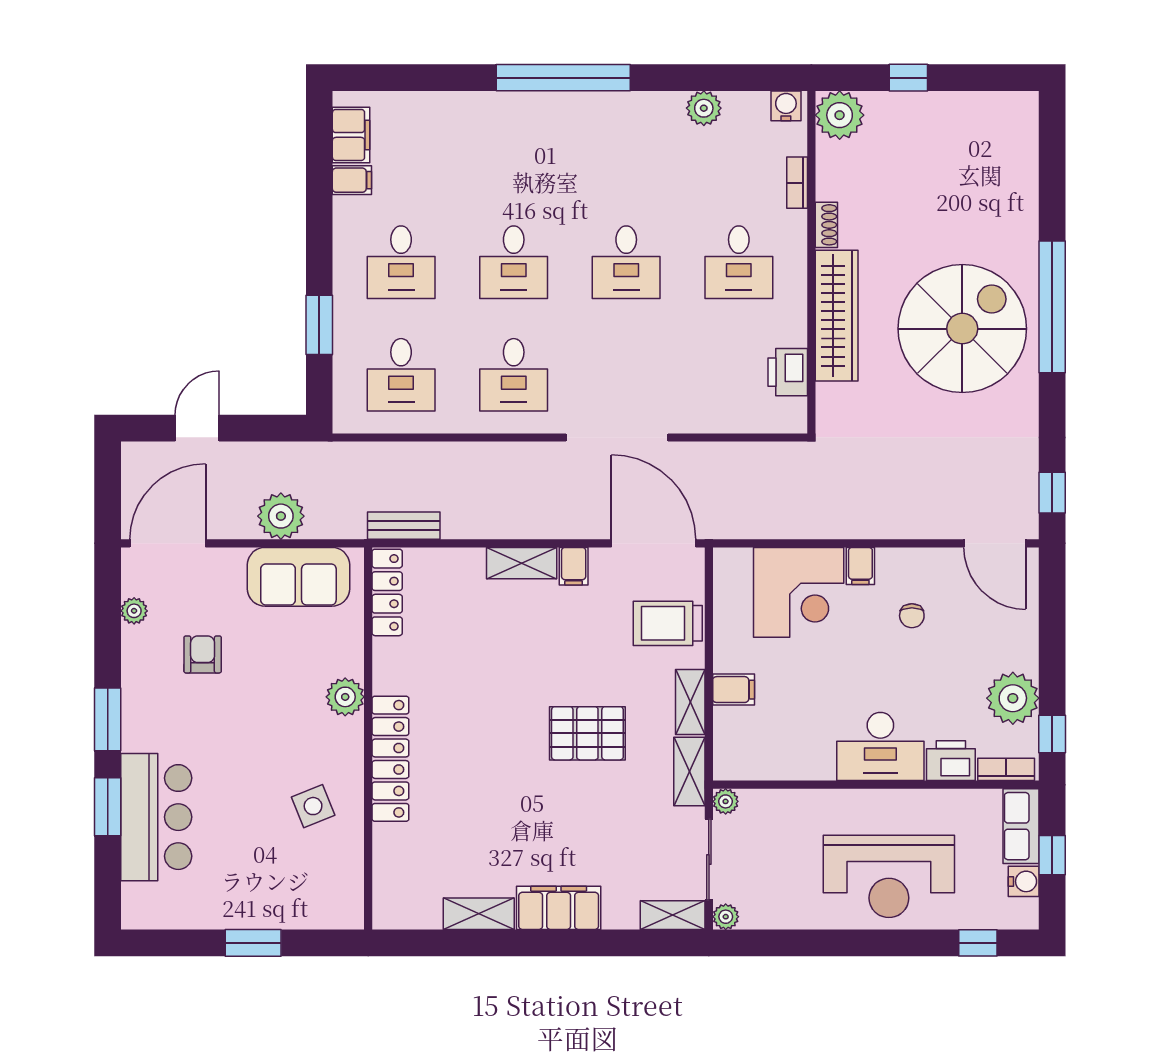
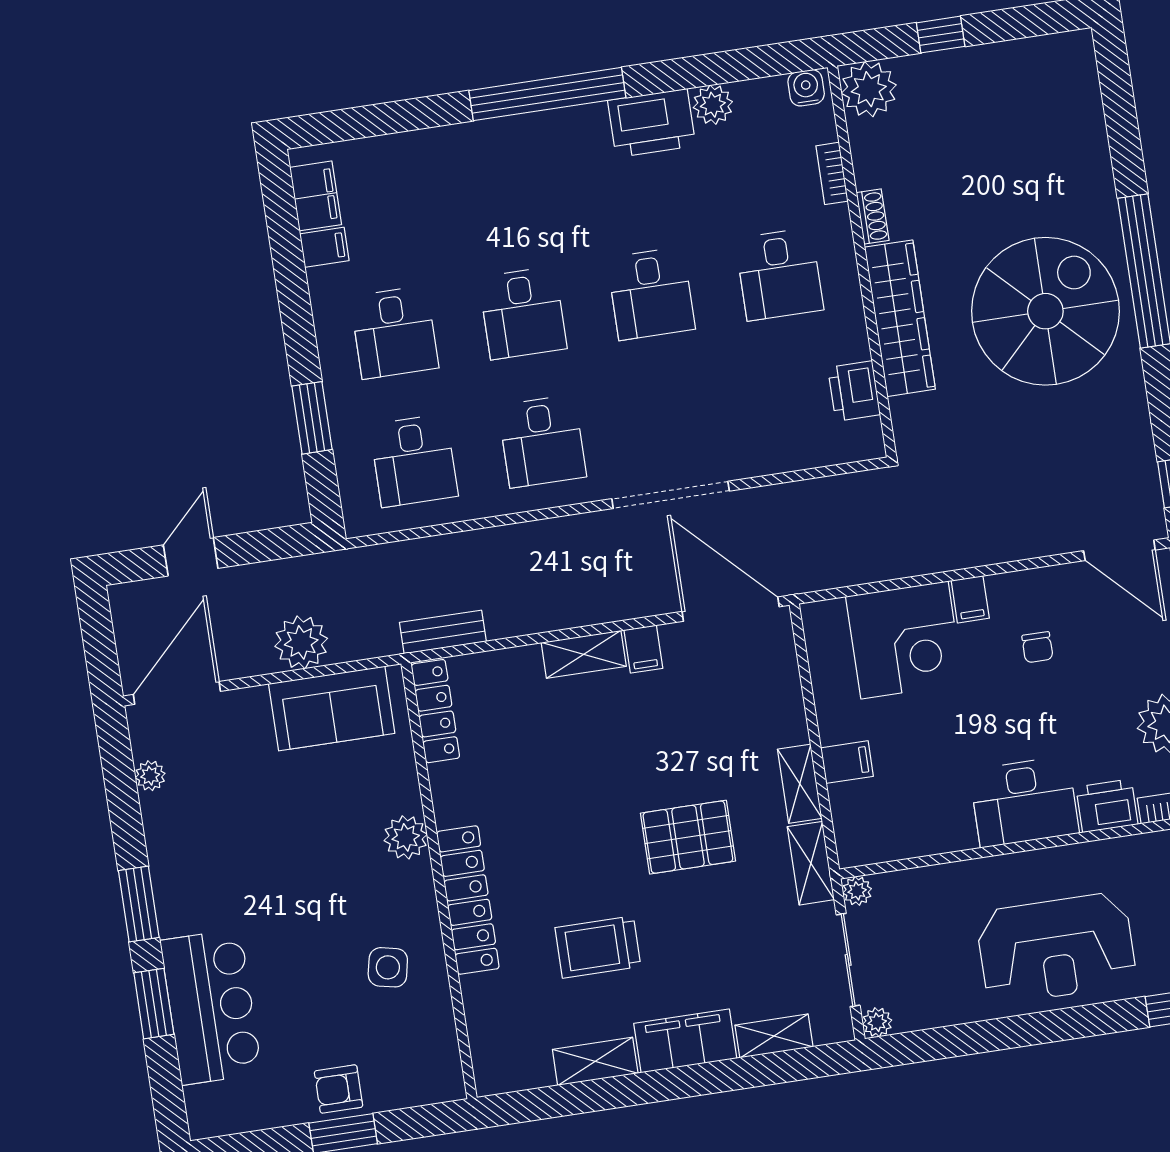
printer: (649, 116) -> (652, 123), added
trolley: (668, 623) -> (598, 947), moved
armchair: (203, 654) -> (339, 1089), moved, turned -90
side table: (313, 806) -> (388, 967), turned 34
shelving: (673, 915) -> (774, 1036), moved

